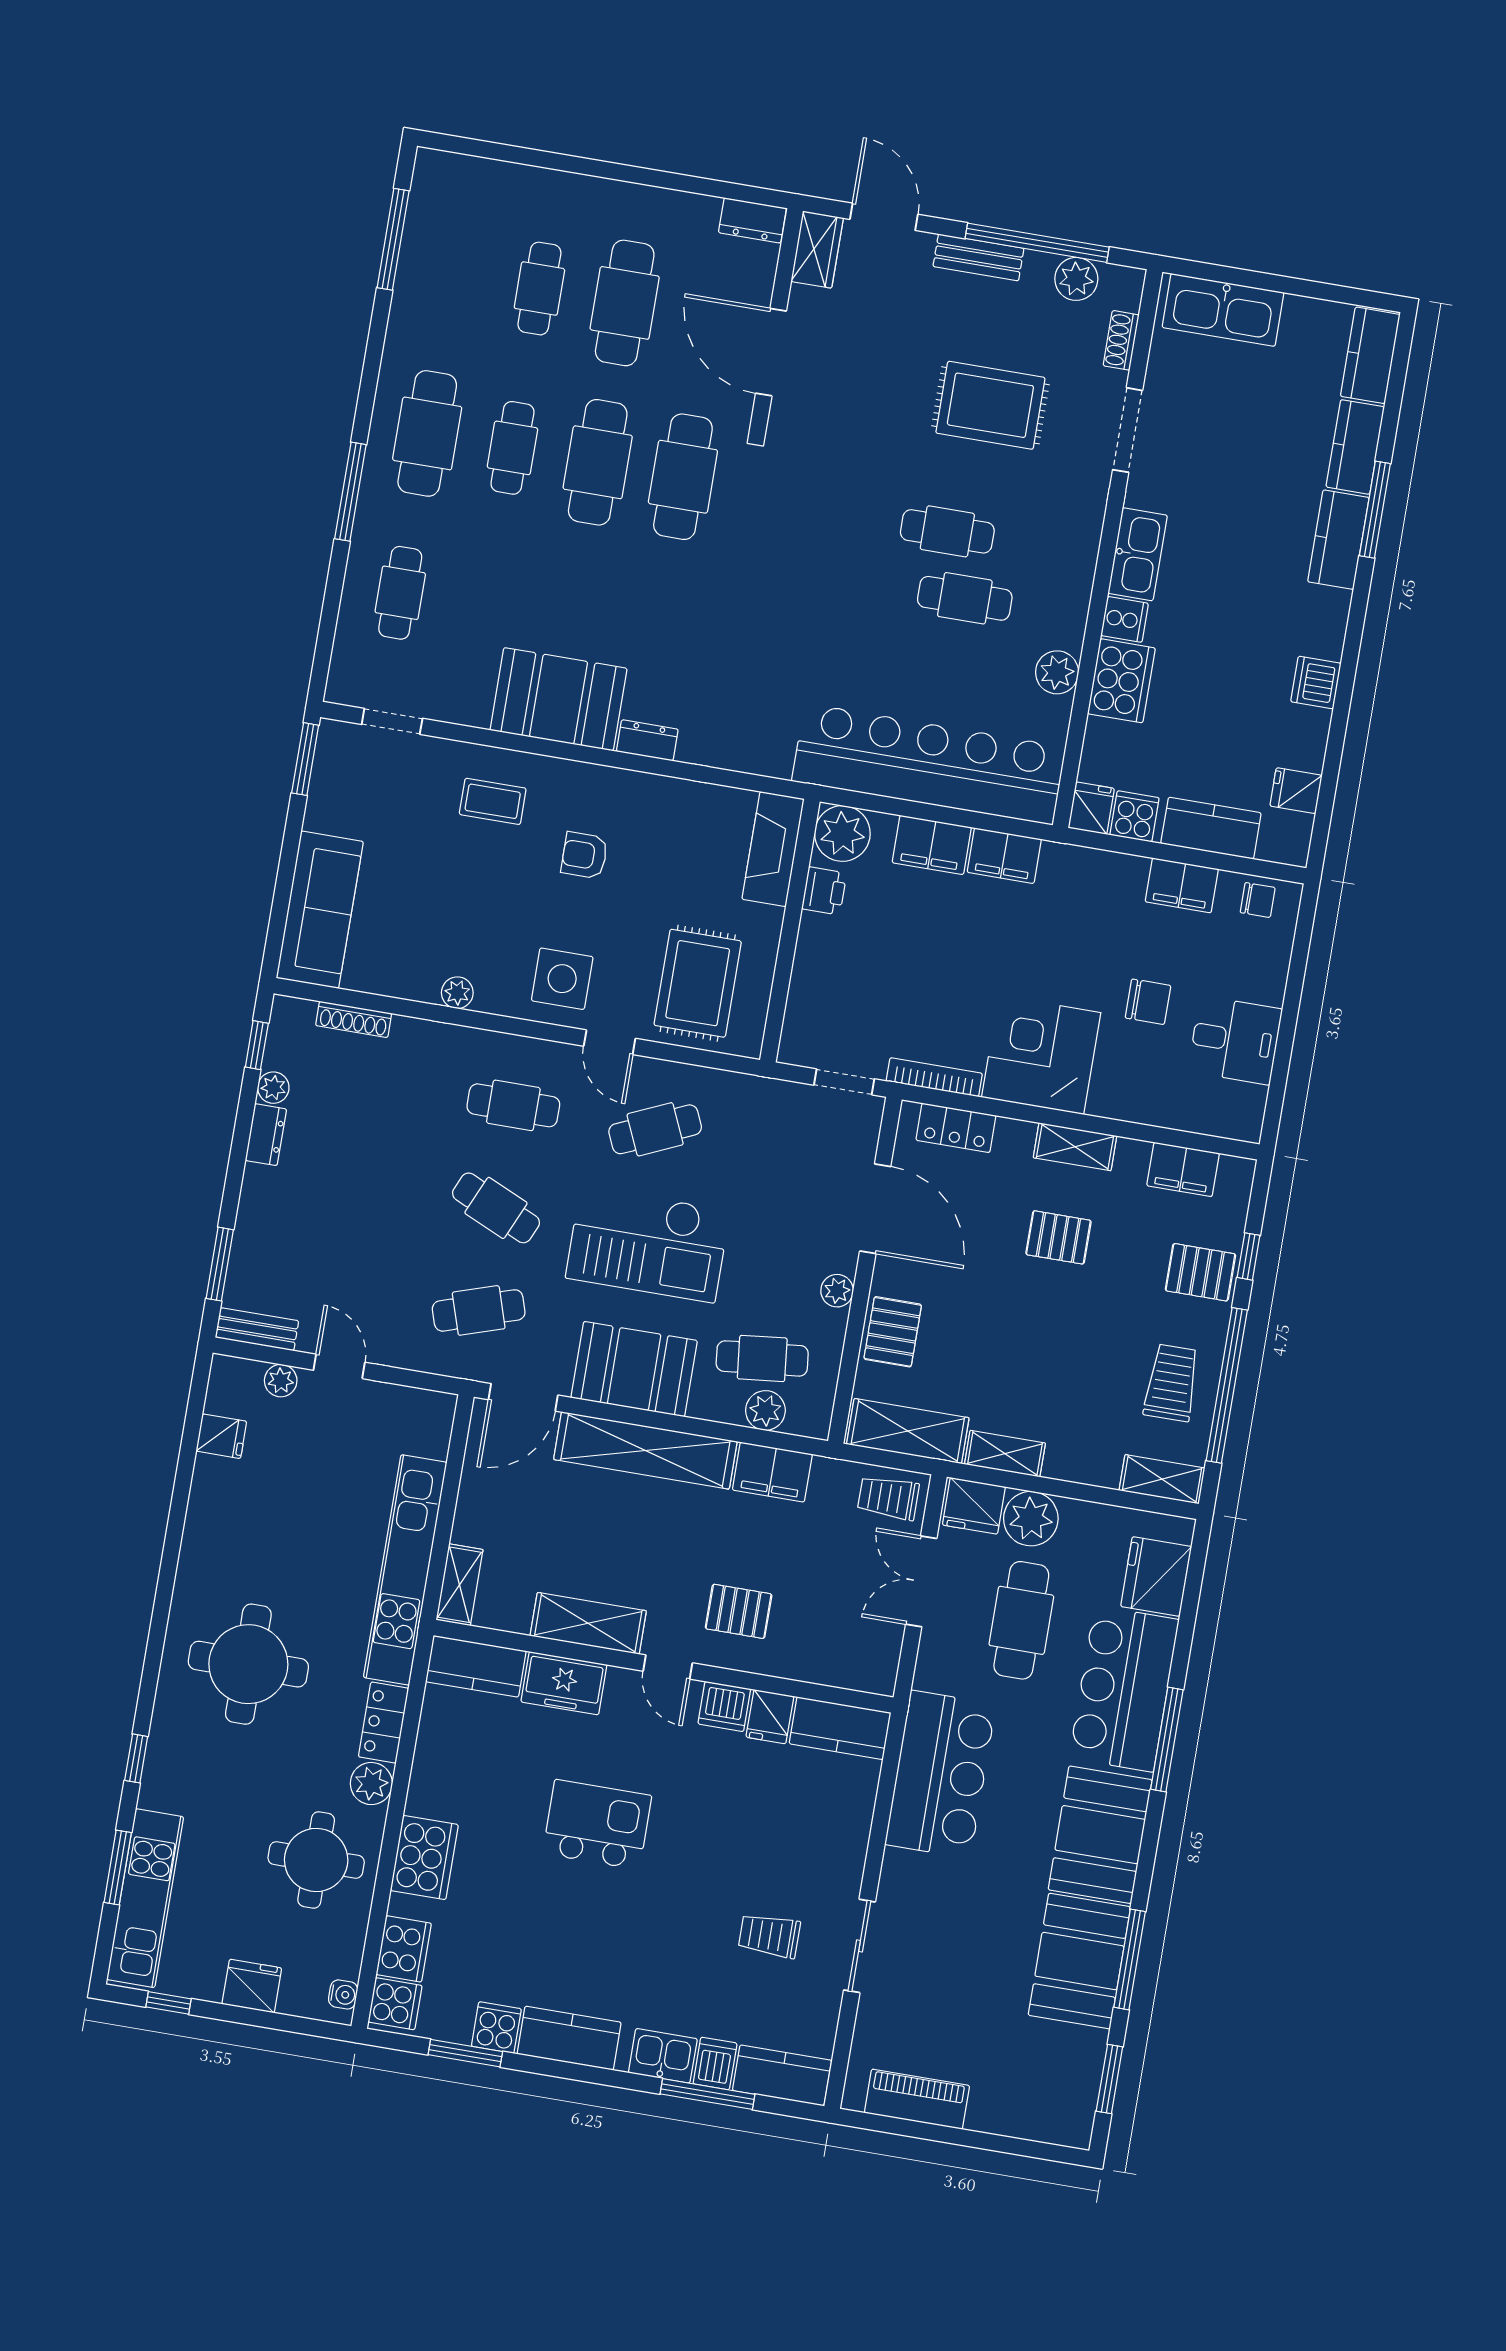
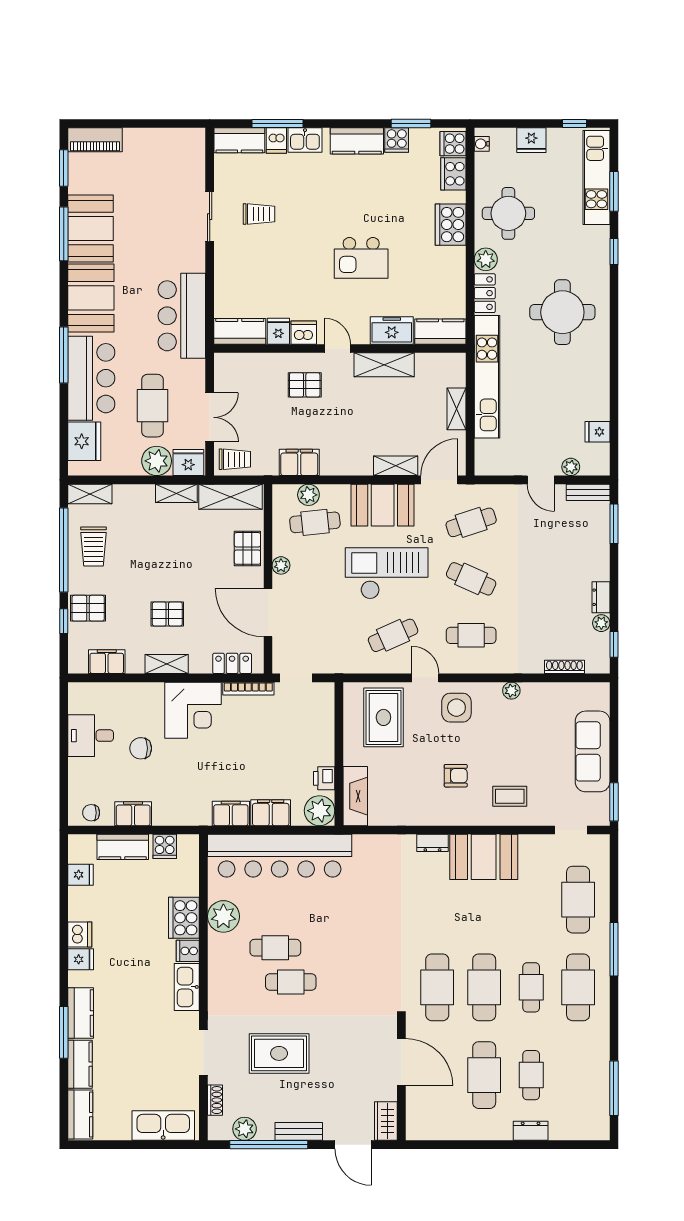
dresser: (752, 220) -> (531, 1131), moved
cafe table: (400, 593) -> (578, 900), width x1.37, depth x1.35
plant: (1057, 672) -> (223, 916), width x1.36, depth x1.36
fridge: (1091, 808) -> (81, 959), moved, turned -90
sofa: (320, 910) -> (593, 751), moved
shelving: (645, 1450) -> (396, 466), width x0.45, depth x0.75
shelving: (460, 1585) -> (457, 409), moved
piano: (917, 2099) -> (95, 140), moved

